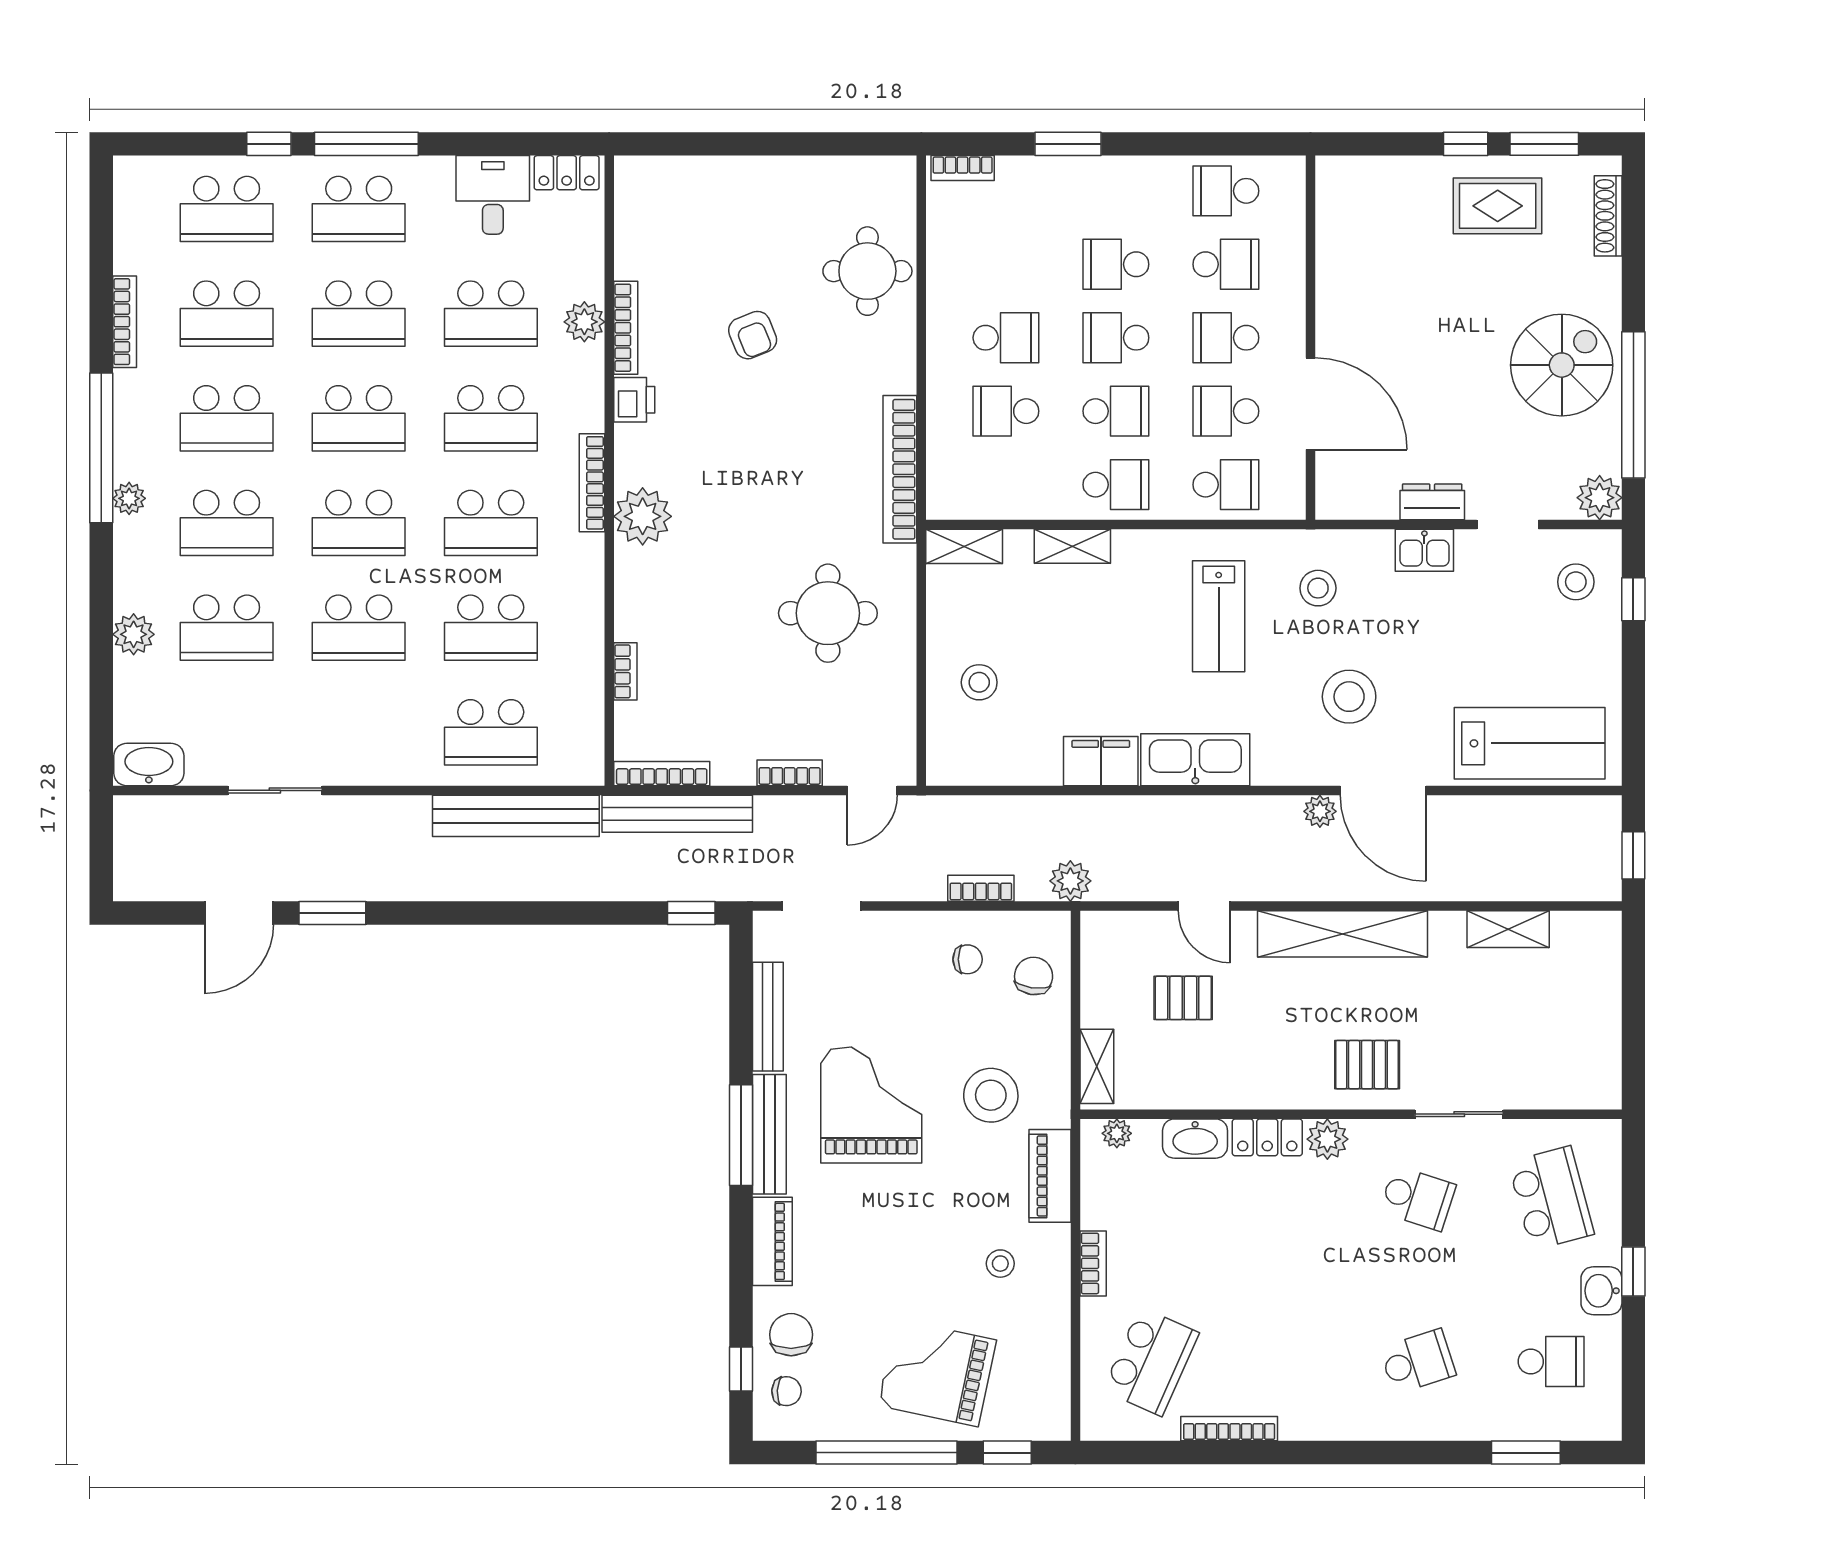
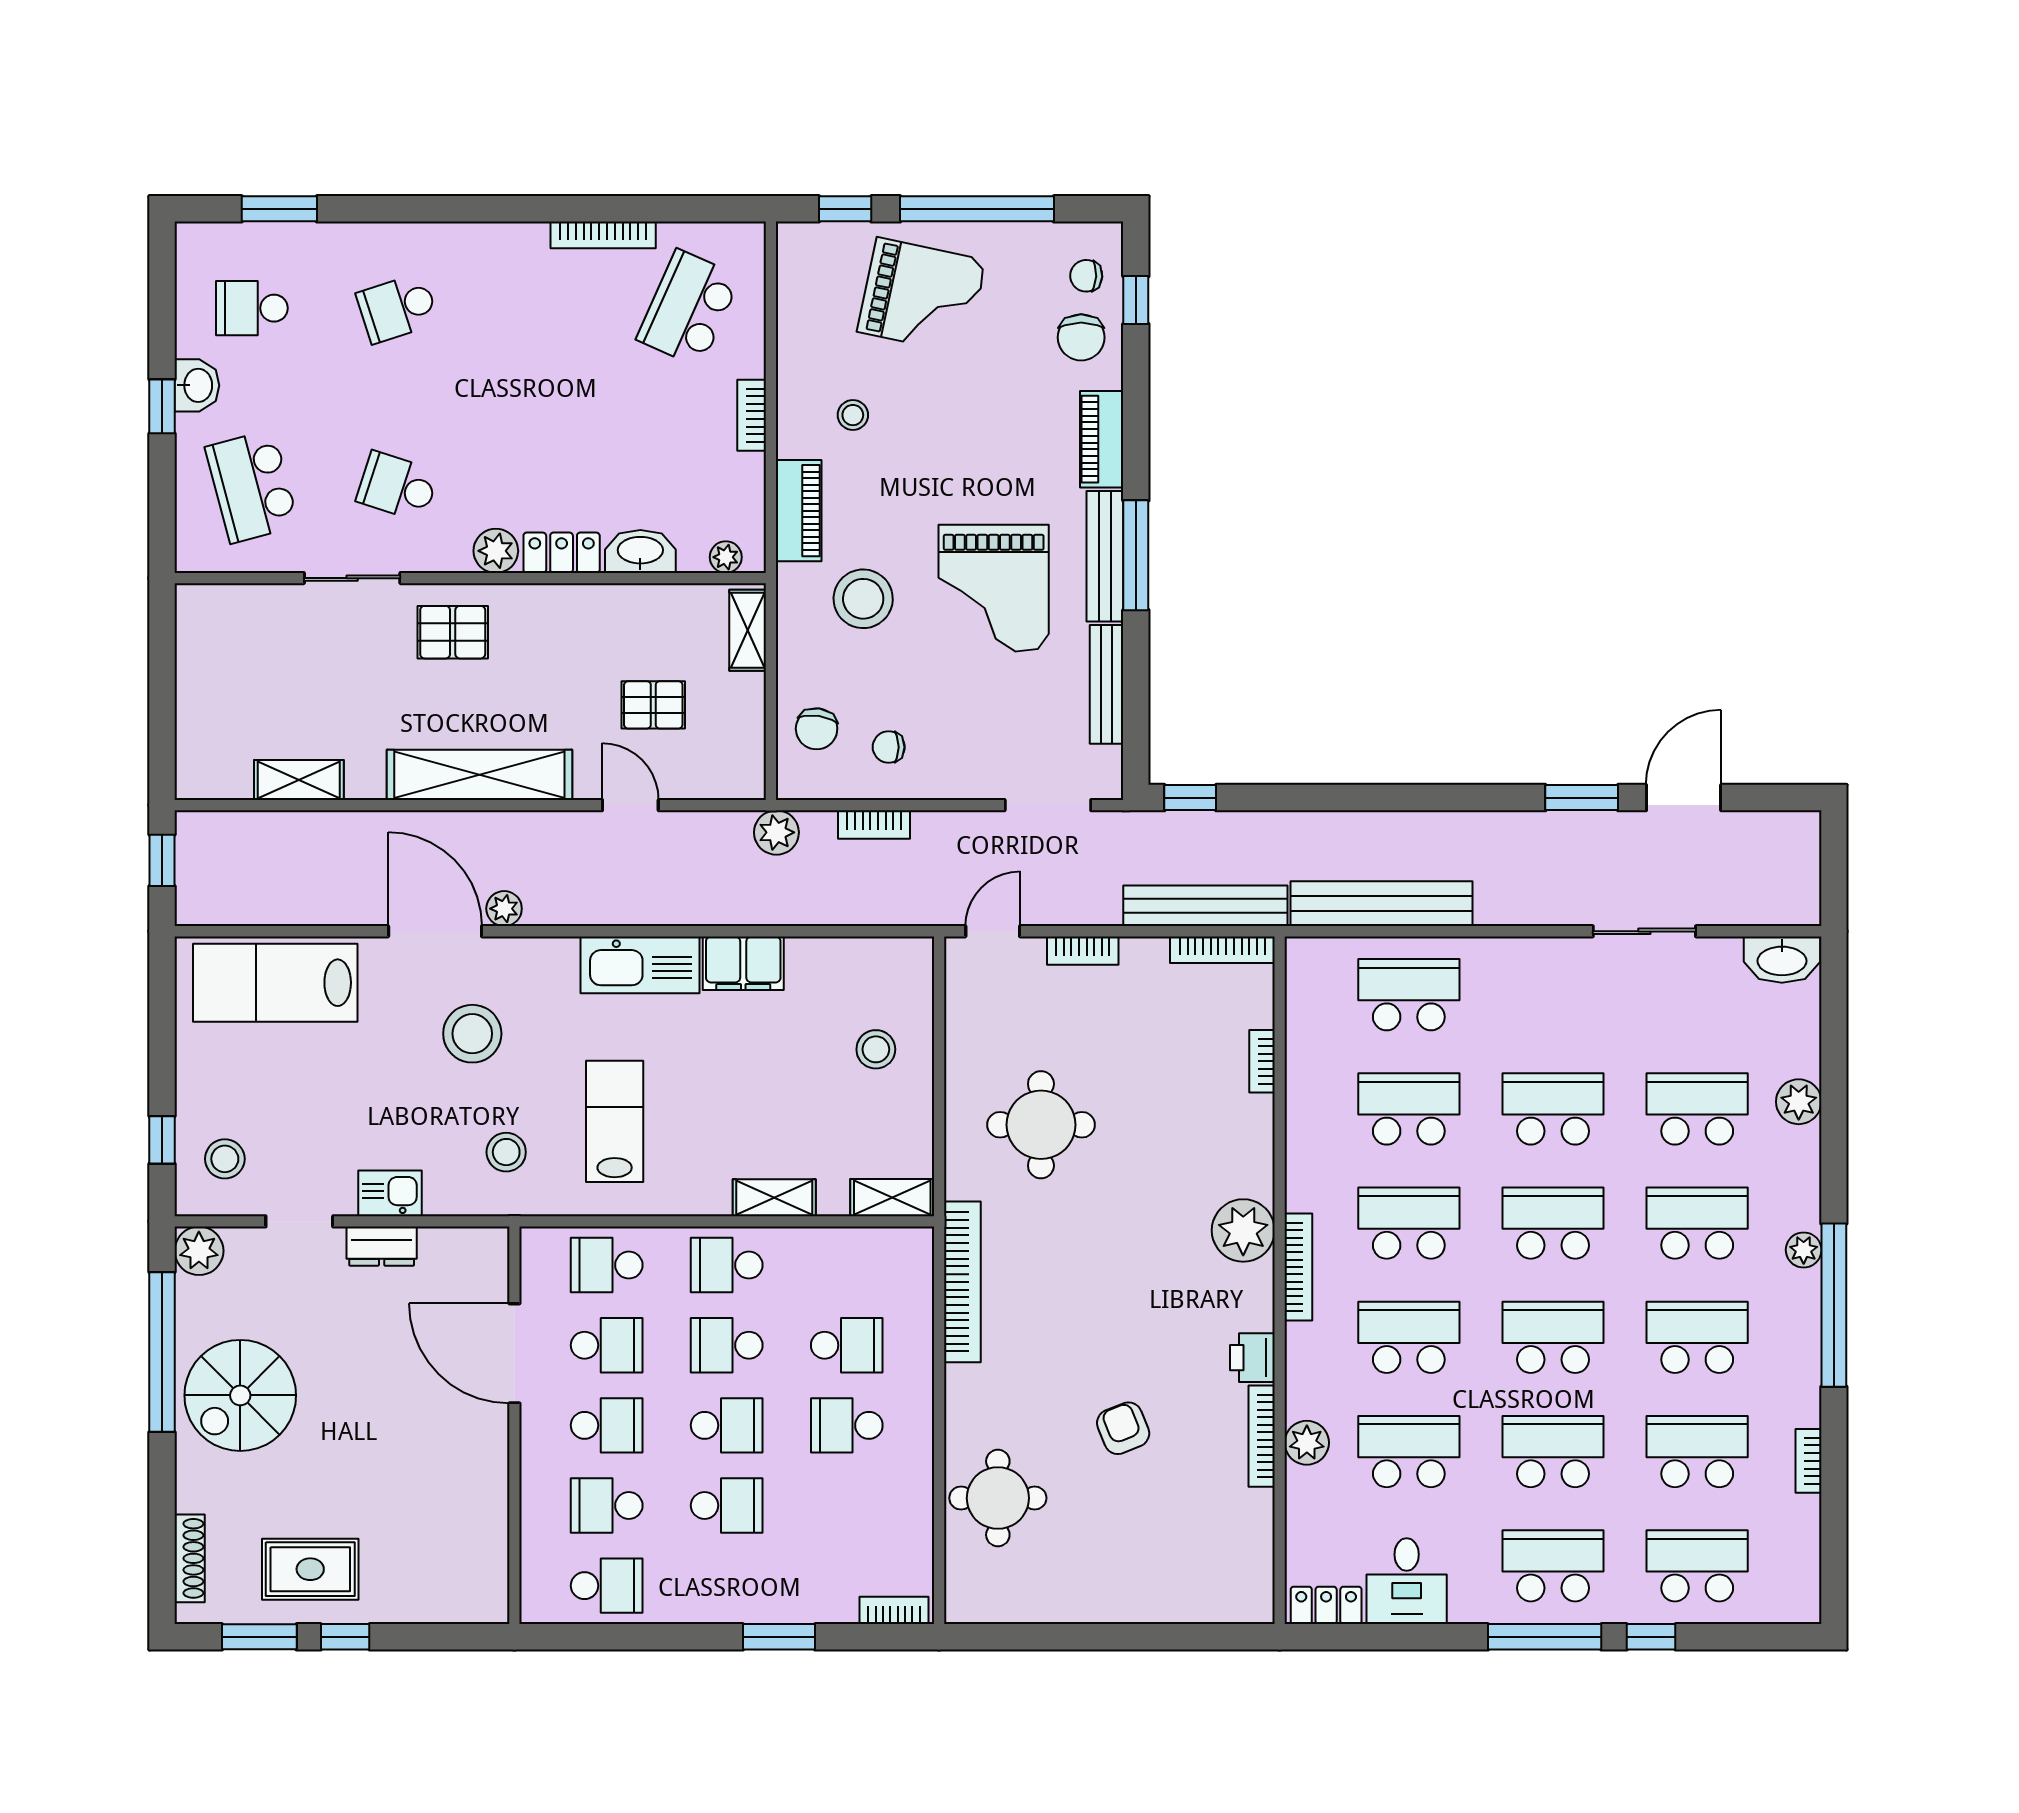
bookcase: (125, 322) -> (1808, 1461), width x0.64

